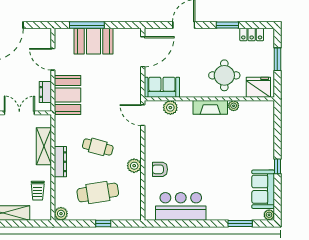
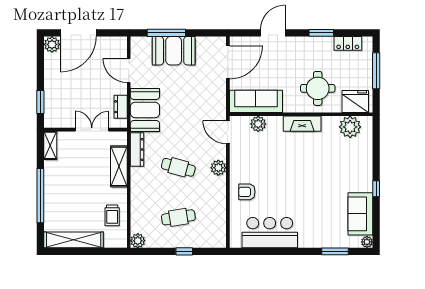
window: (277, 59) -> (376, 71), width x1.44
sofa: (162, 87) -> (256, 101), width x1.36
plant: (234, 106) -> (350, 127), moved, width x1.88, depth x1.88
dresser: (60, 162) -> (137, 150), moved
plant: (134, 166) -> (218, 168), moved
cafe table: (98, 192) -> (178, 217), width x0.73, depth x0.74

